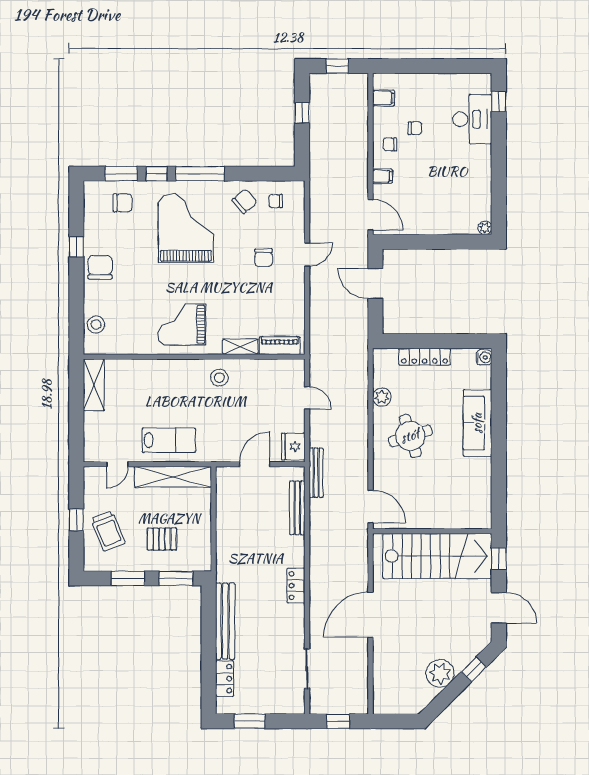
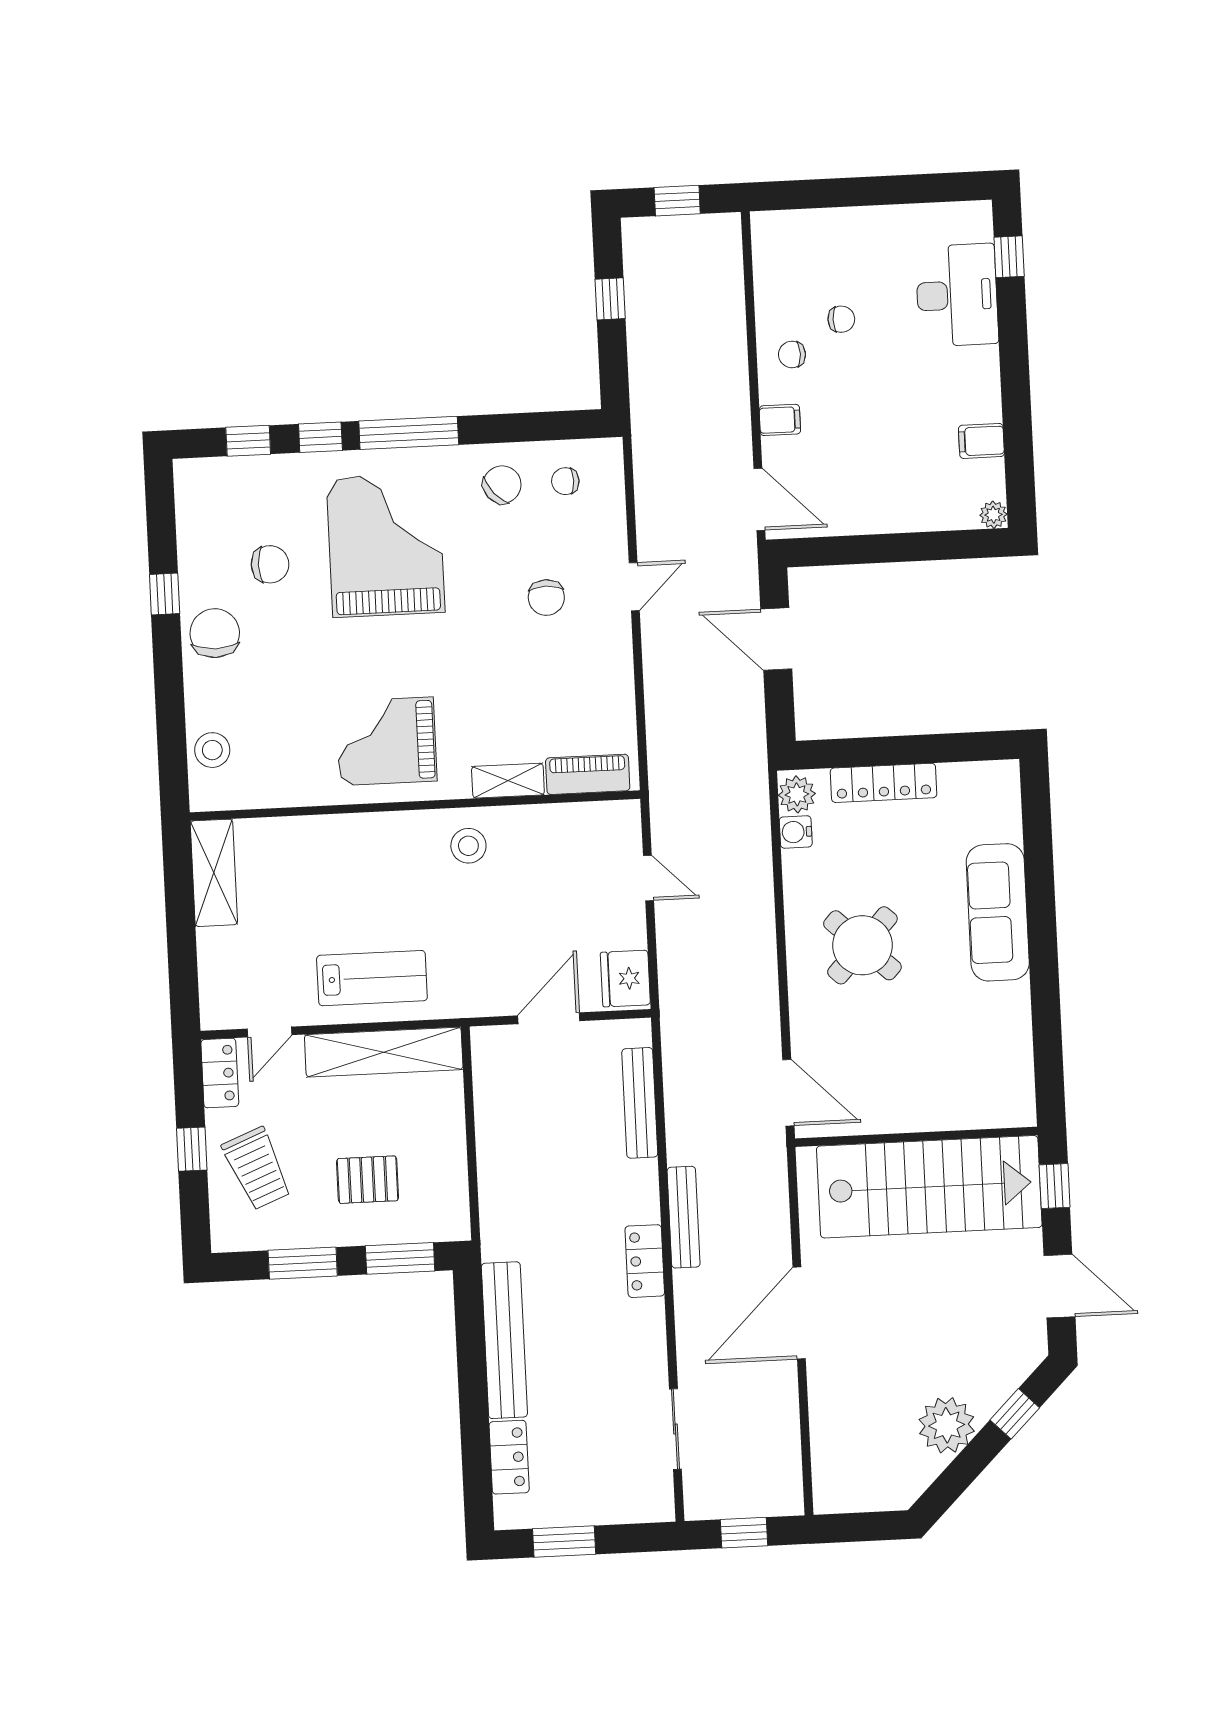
filing cabinet: (383, 98) -> (981, 441), moved, turned 180
window: (121, 174) -> (248, 441), width x0.67
chair: (123, 203) -> (270, 564), moved
water cooler: (484, 357) -> (796, 832), moved, turned 180
plant: (382, 397) -> (797, 794), moved
round table: (410, 436) -> (862, 945), turned -30
bench: (316, 473) -> (684, 1217), moved
locker: (92, 483) -> (220, 1073), added

